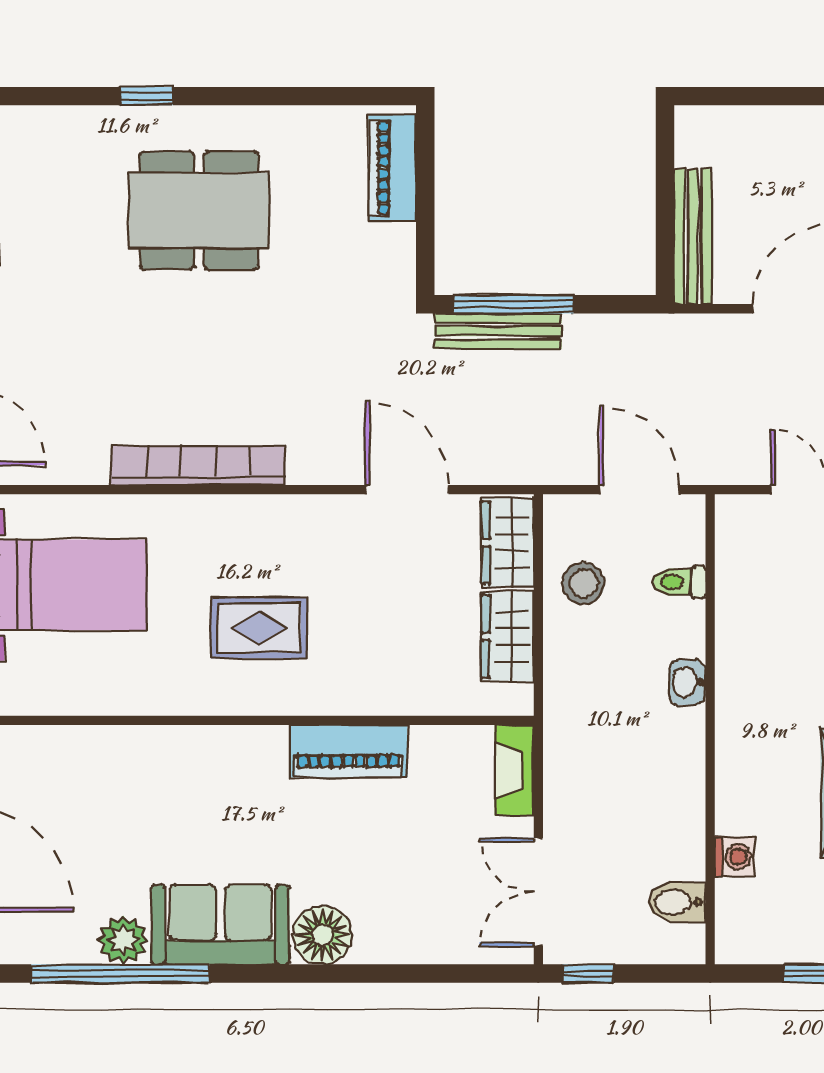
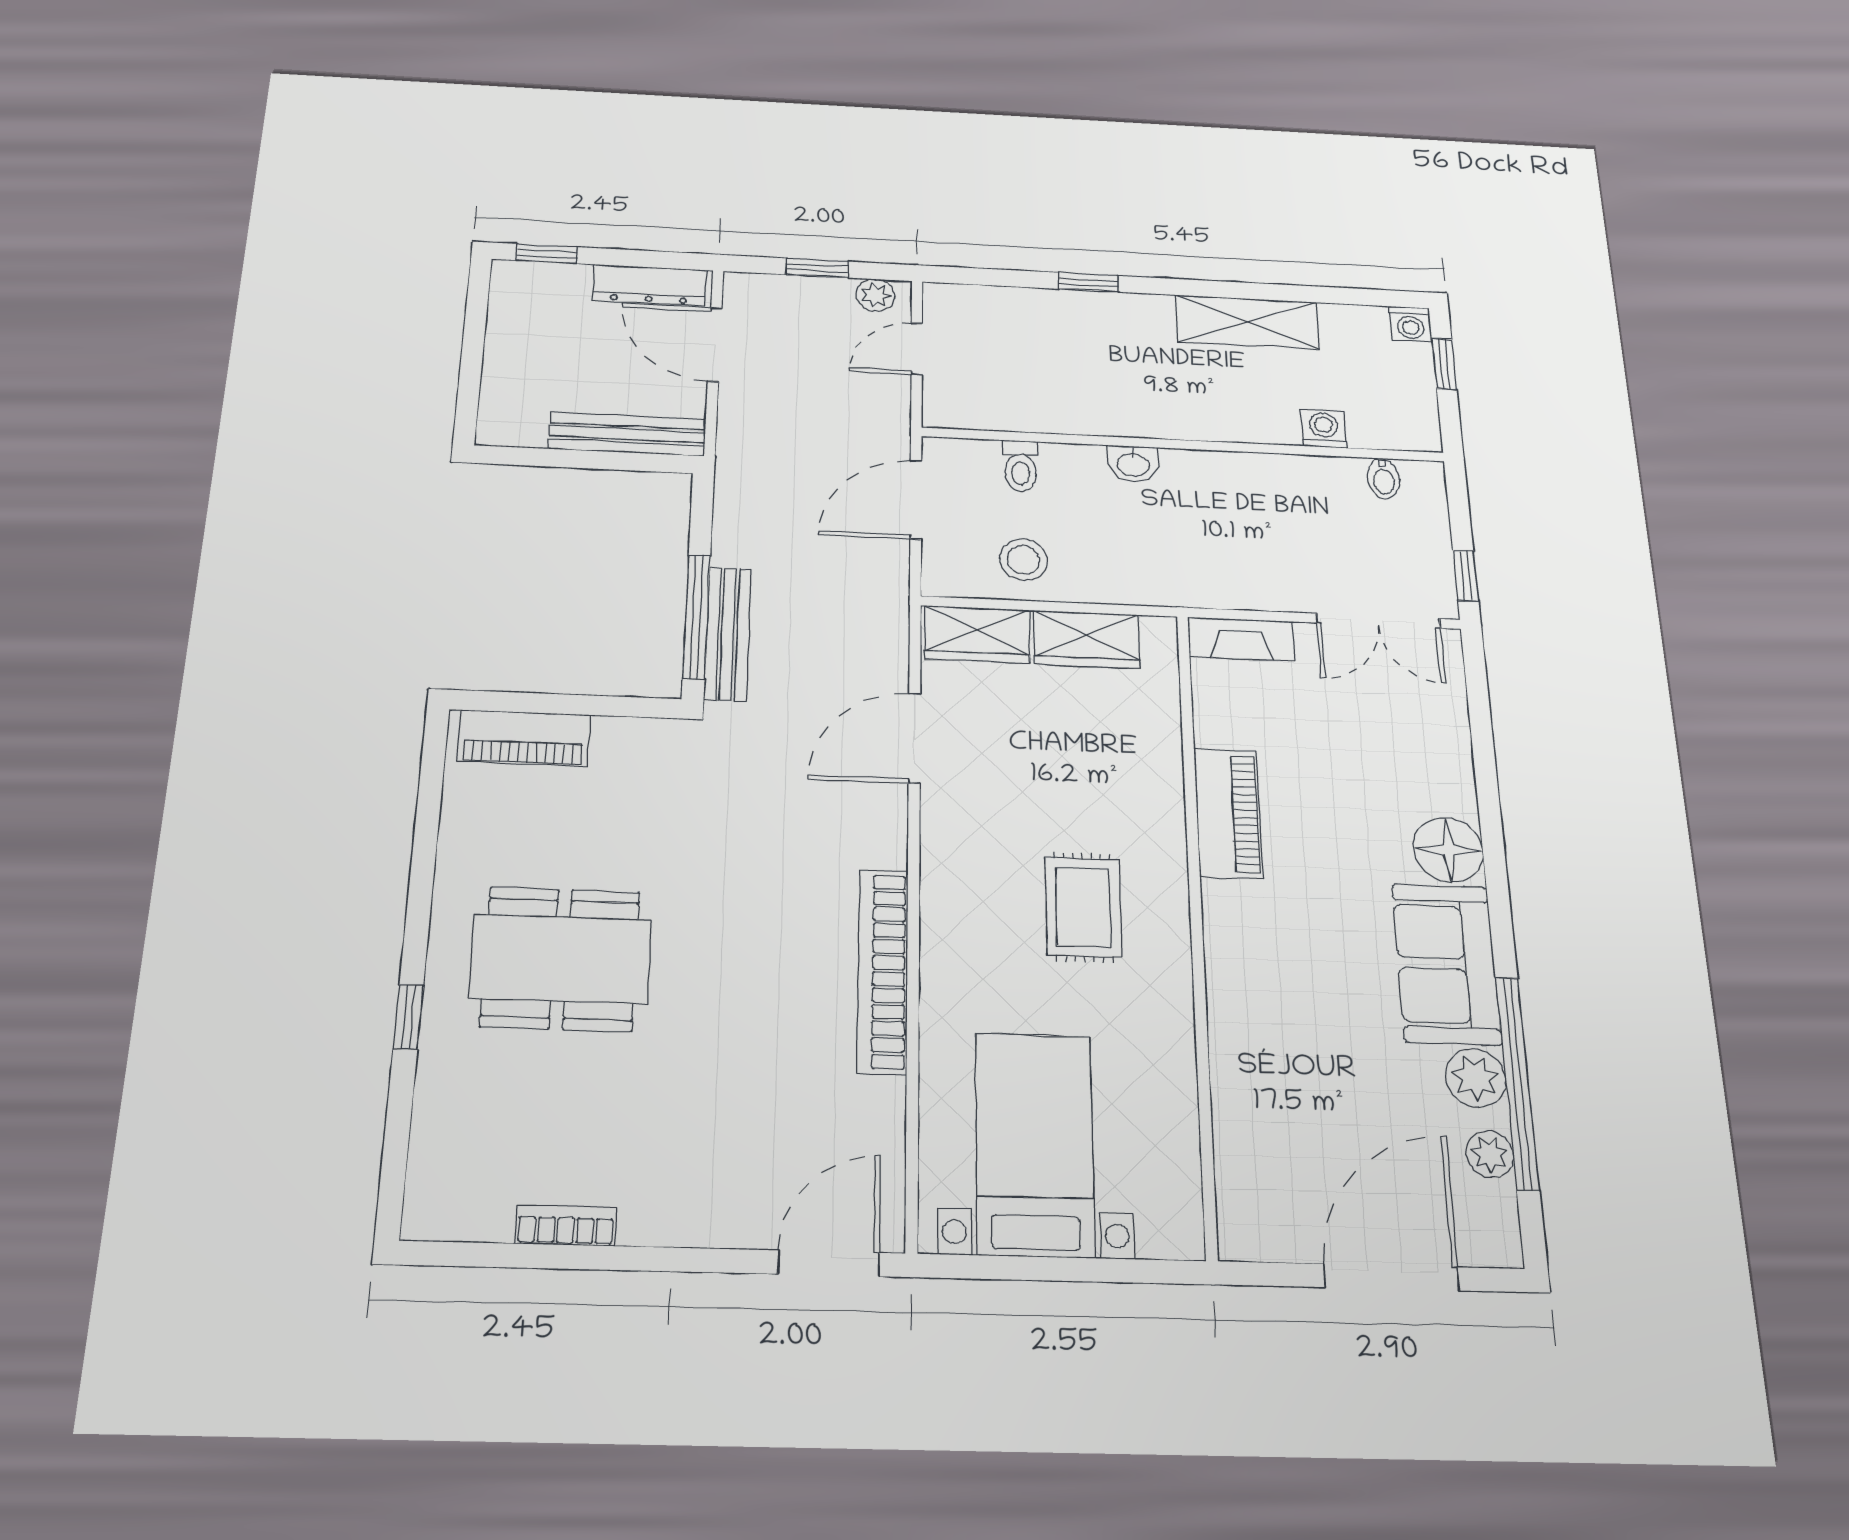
dining table: (199, 210) -> (561, 959), turned 90
bidet: (677, 902) -> (1383, 478), width x0.72, depth x0.74
plant: (60, 946) -> (1490, 1154), added

